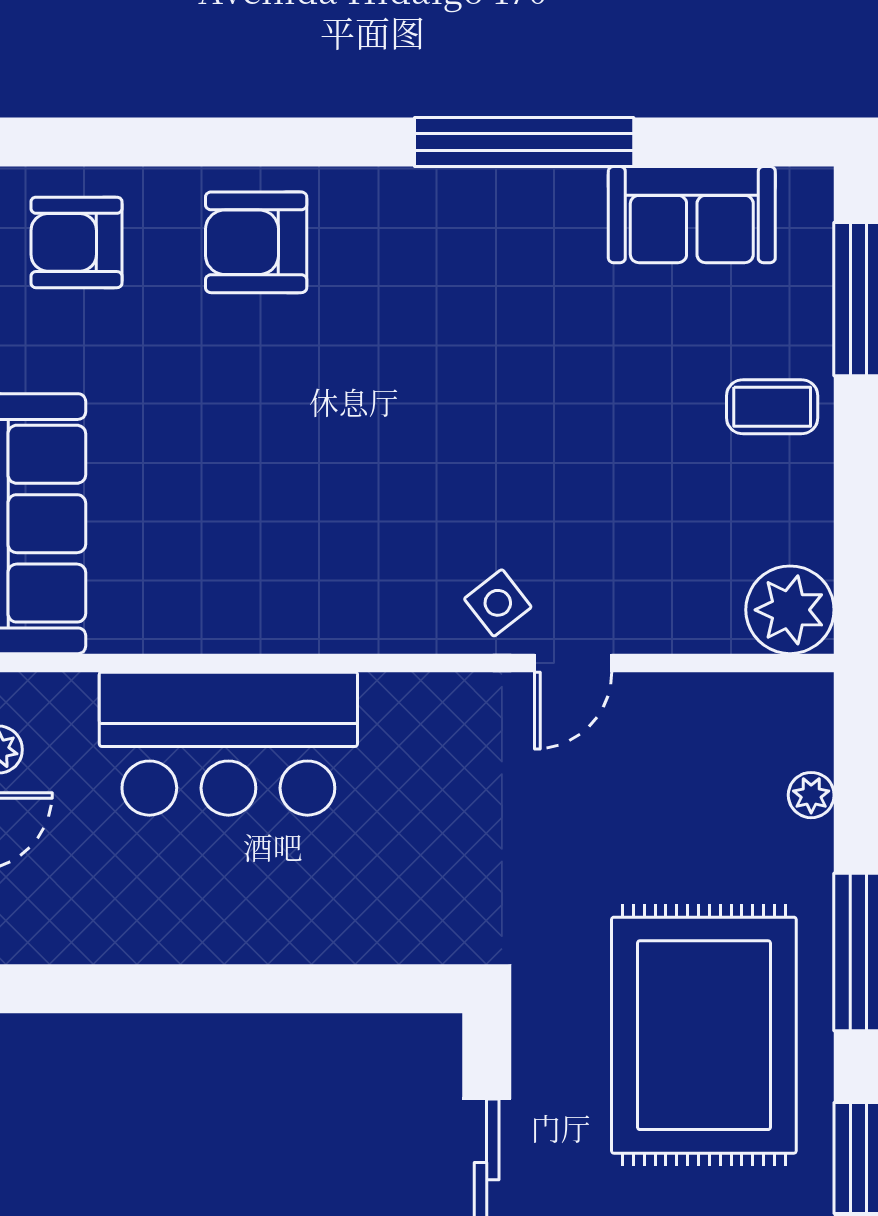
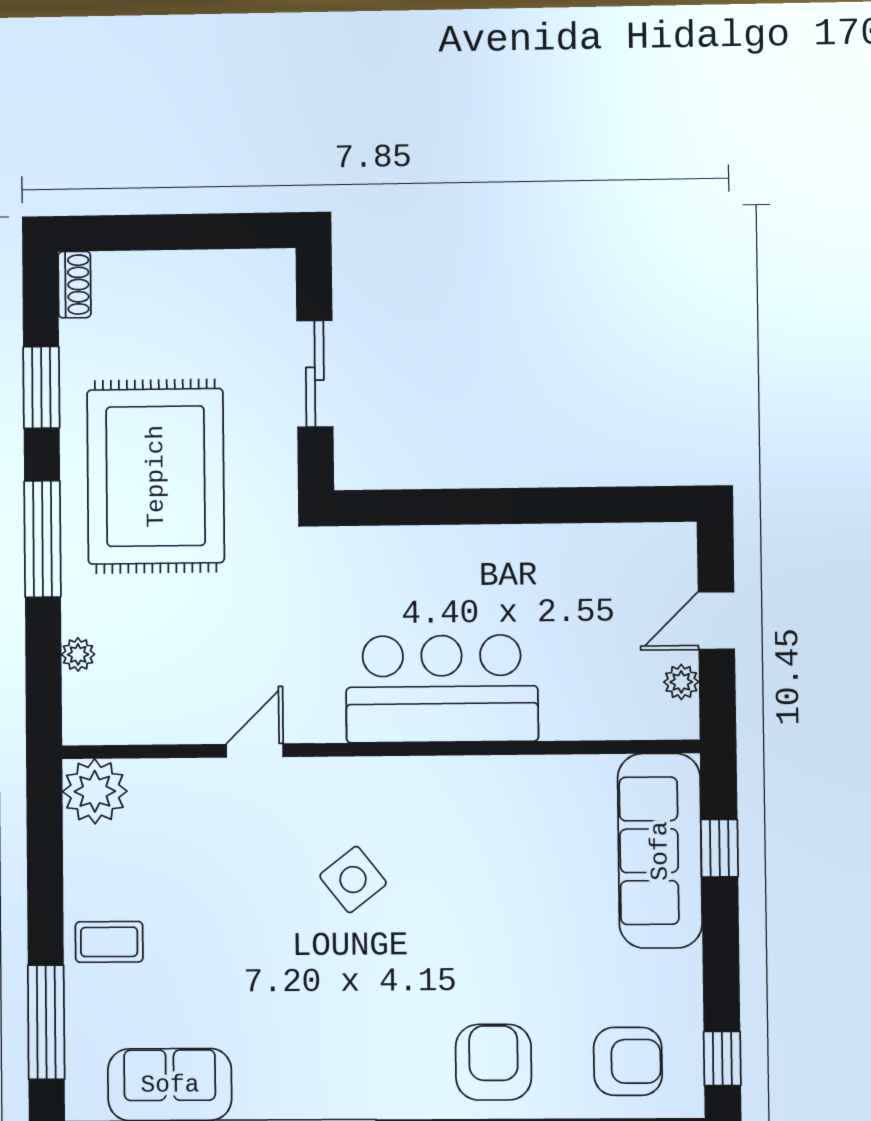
armchair: (256, 242) -> (494, 1062), turned -90
side table: (498, 603) -> (353, 880), moved, width x1.37, depth x1.37
bar counter: (228, 744) -> (442, 689), moved

